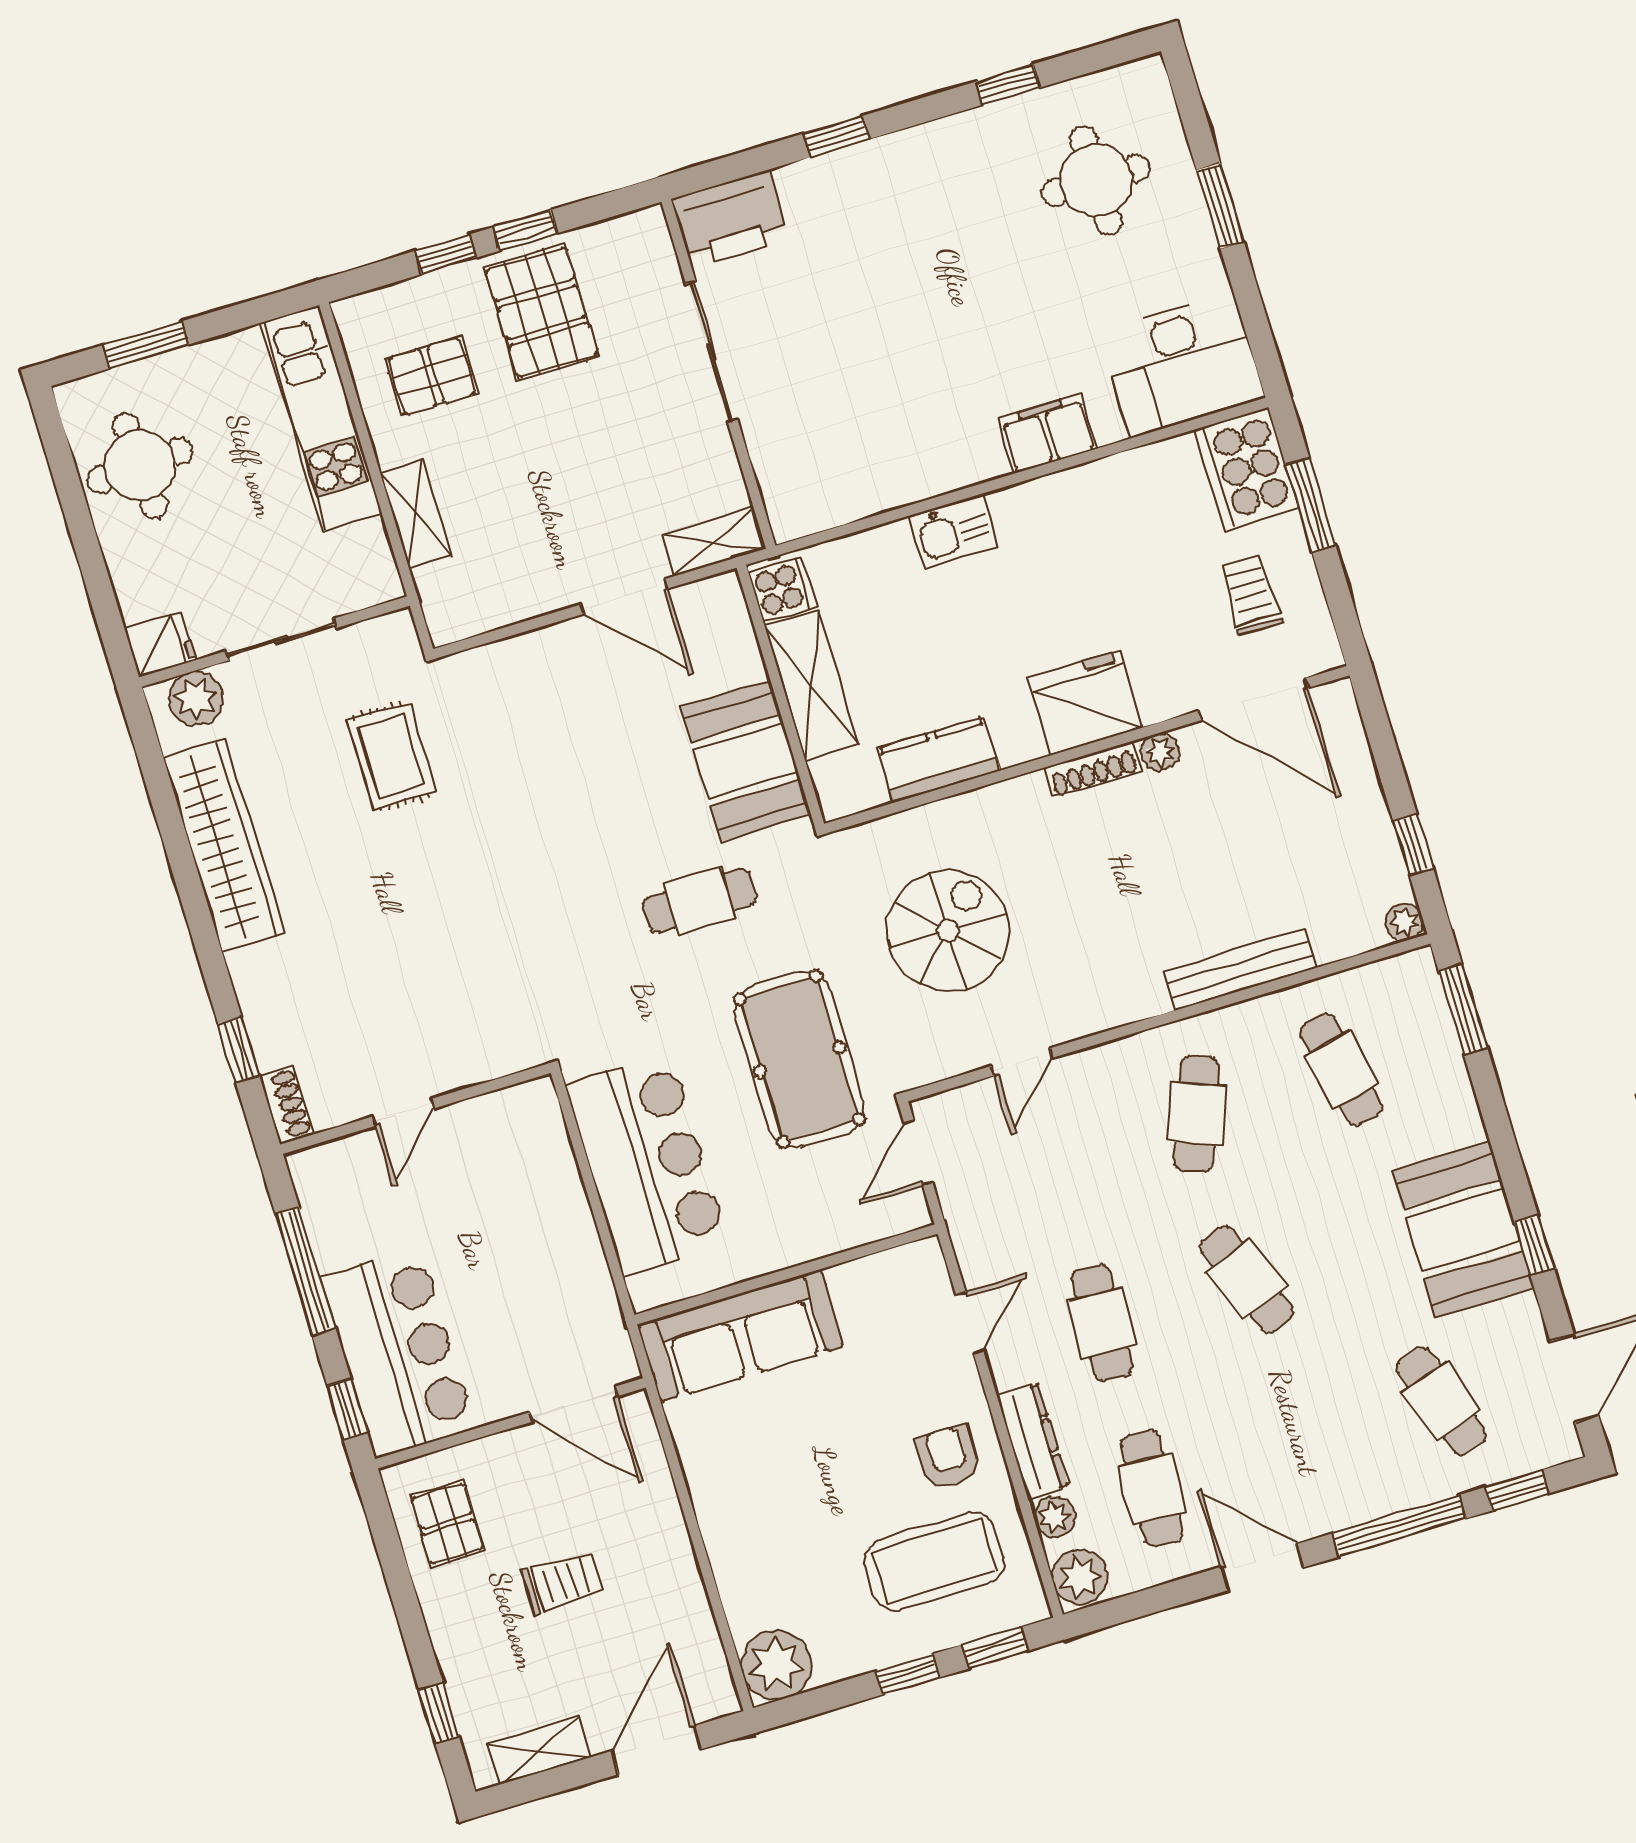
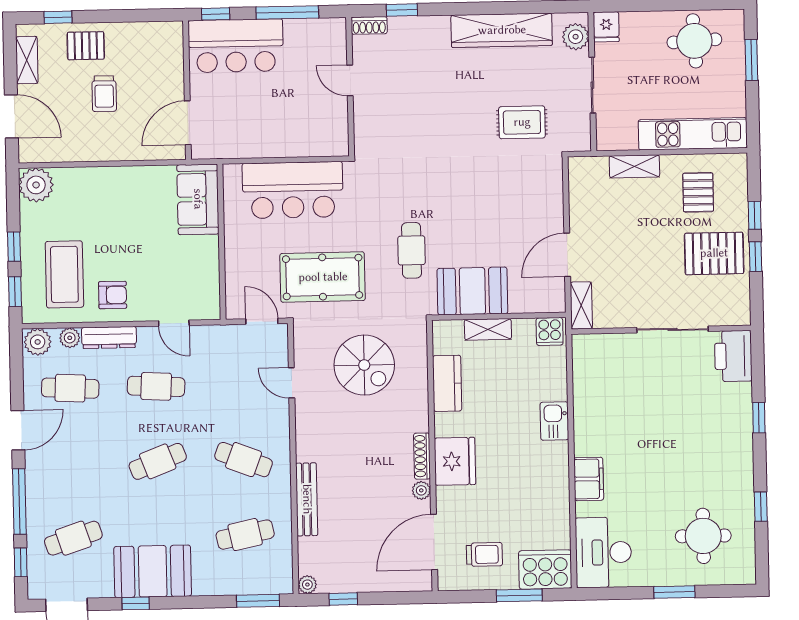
shelving: (812, 685) -> (488, 329), width x0.67, depth x0.75
sofa: (741, 1336) -> (198, 199), width x0.73
pallet: (447, 1524) -> (86, 46), moved

